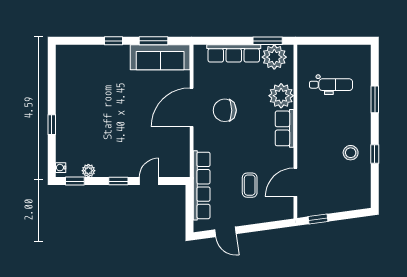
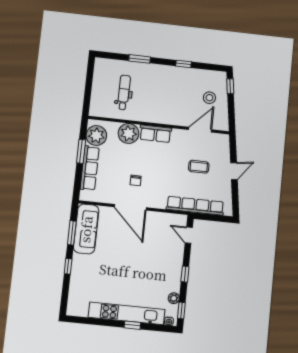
window: (268, 41) -> (81, 151), moved
chair: (225, 110) -> (136, 180), width x0.54, depth x0.54
kitchen unit: (65, 116) -> (127, 313), added
stool: (351, 153) -> (209, 98), moved
door: (149, 181) -> (189, 235), moved
door: (295, 182) -> (200, 130), swing flipped
window: (318, 219) -> (230, 86), moved
door: (225, 232) -> (234, 171), moved

